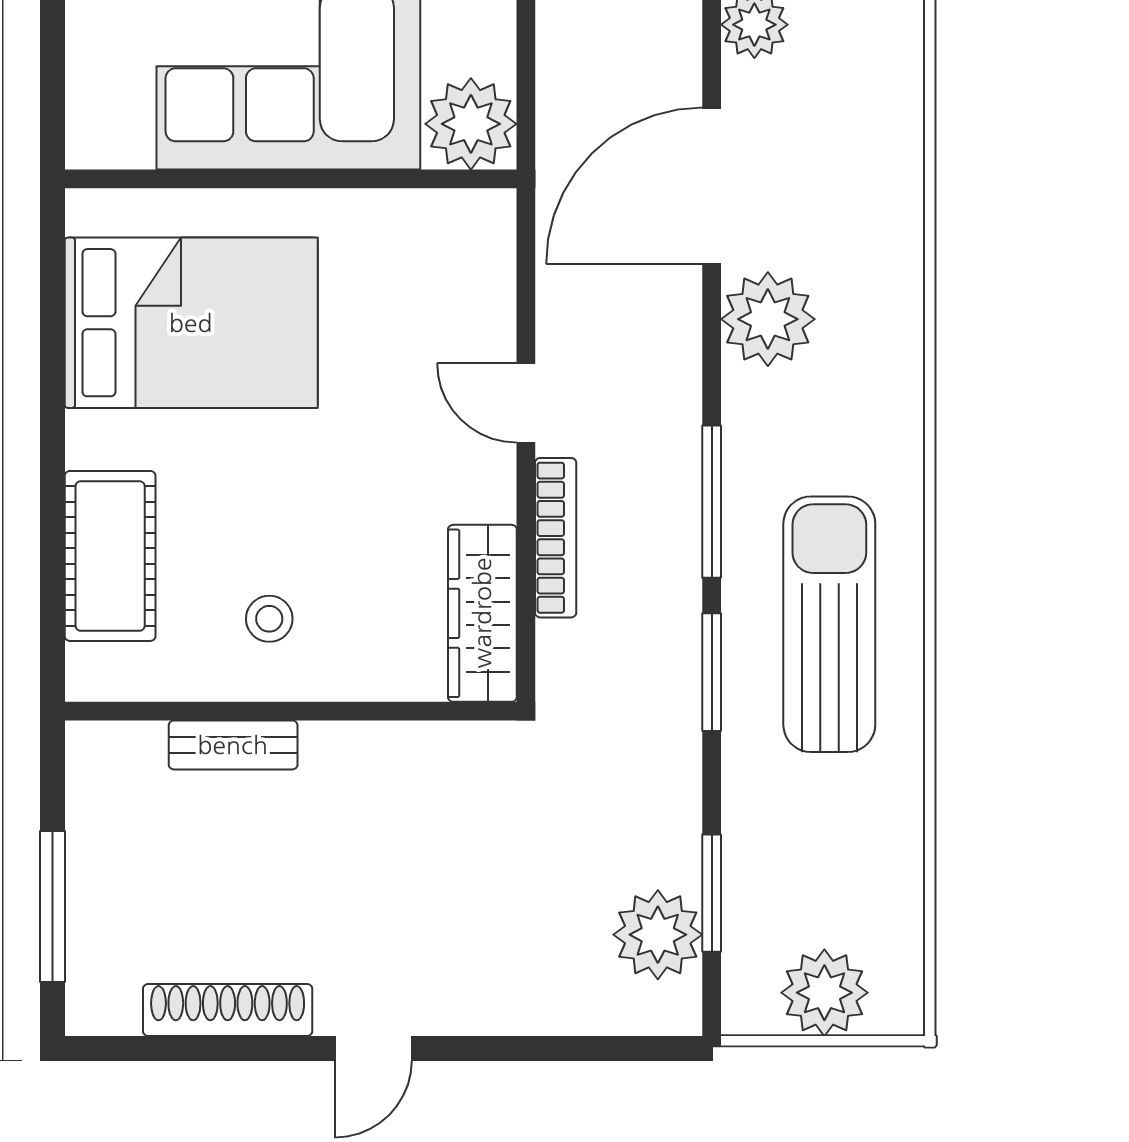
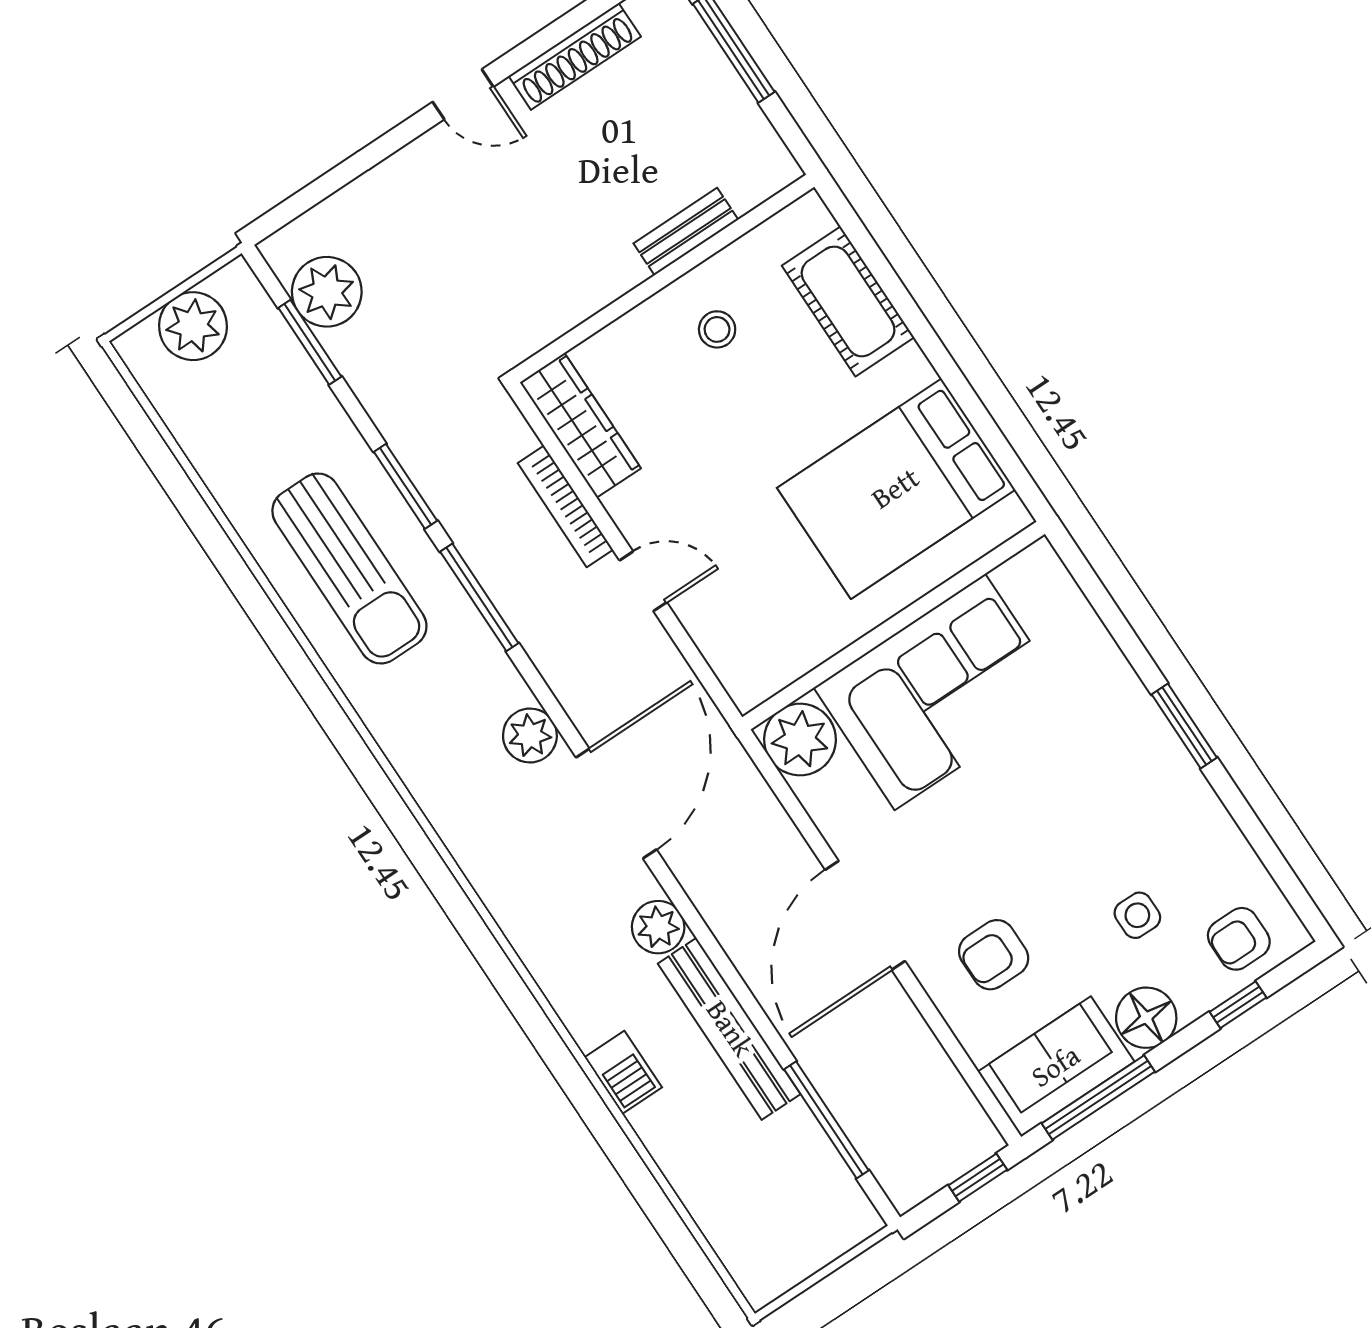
plant: (768, 319) -> (530, 735), width x0.73, depth x0.73
door: (373, 1048) -> (463, 94), swing flipped

